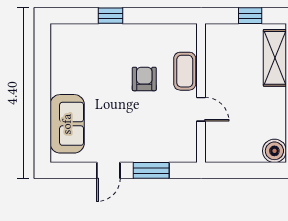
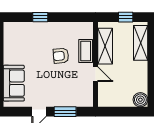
shelving: (217, 63) -> (105, 46), added
armchair: (144, 79) -> (61, 56), turned -95

